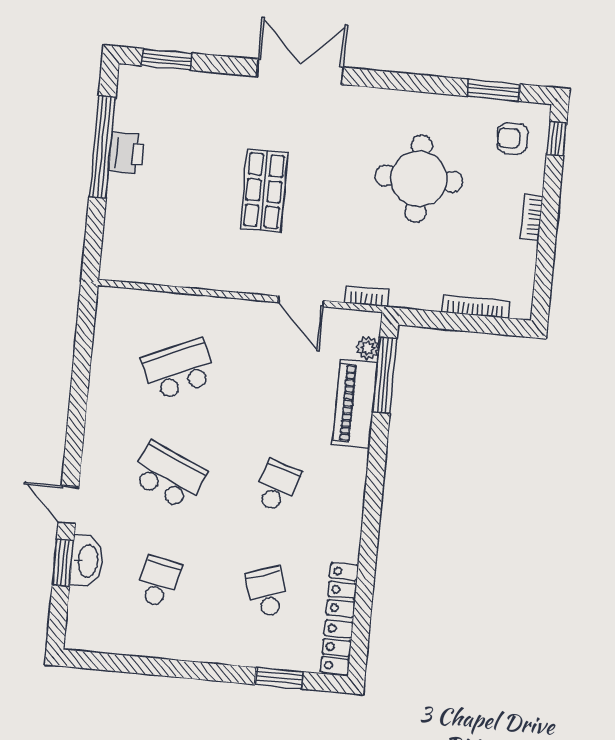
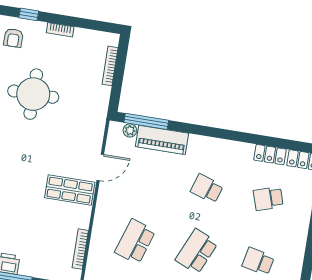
window: (557, 139) -> (29, 14), moved
shop shelf: (264, 191) -> (70, 190), moved
bookcase: (366, 296) -> (80, 249), moved, width x1.56
school desk: (179, 369) -> (135, 241), turned 42

